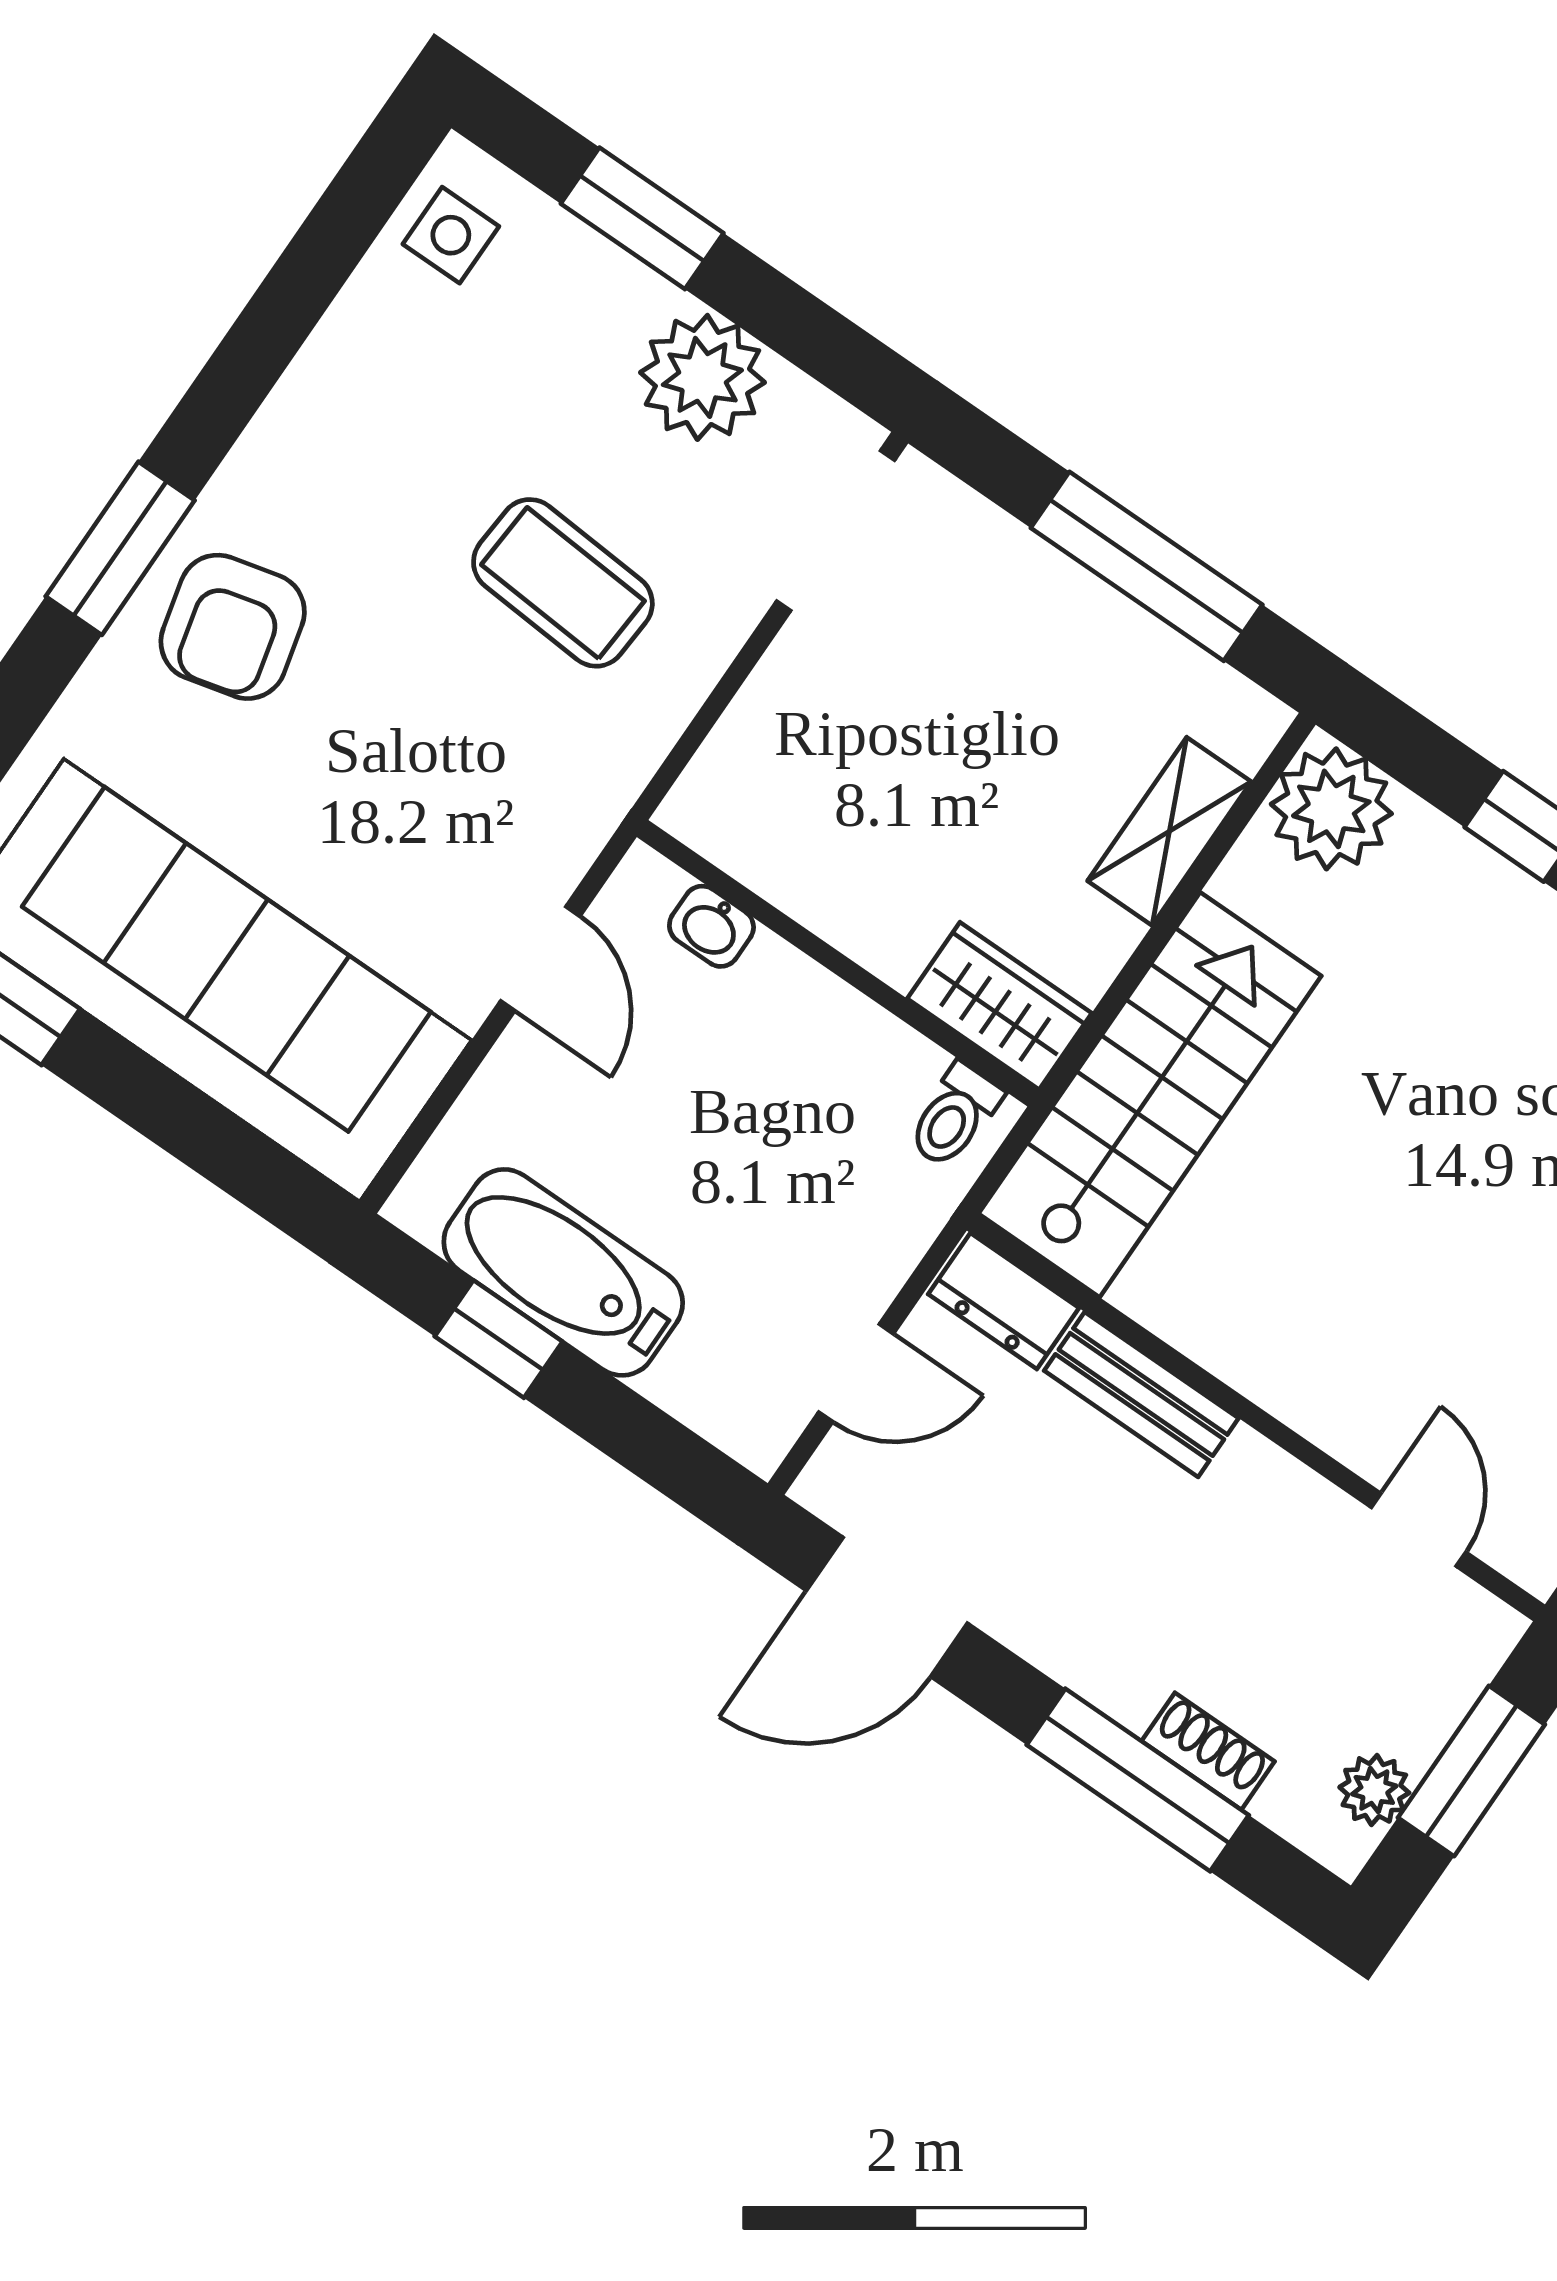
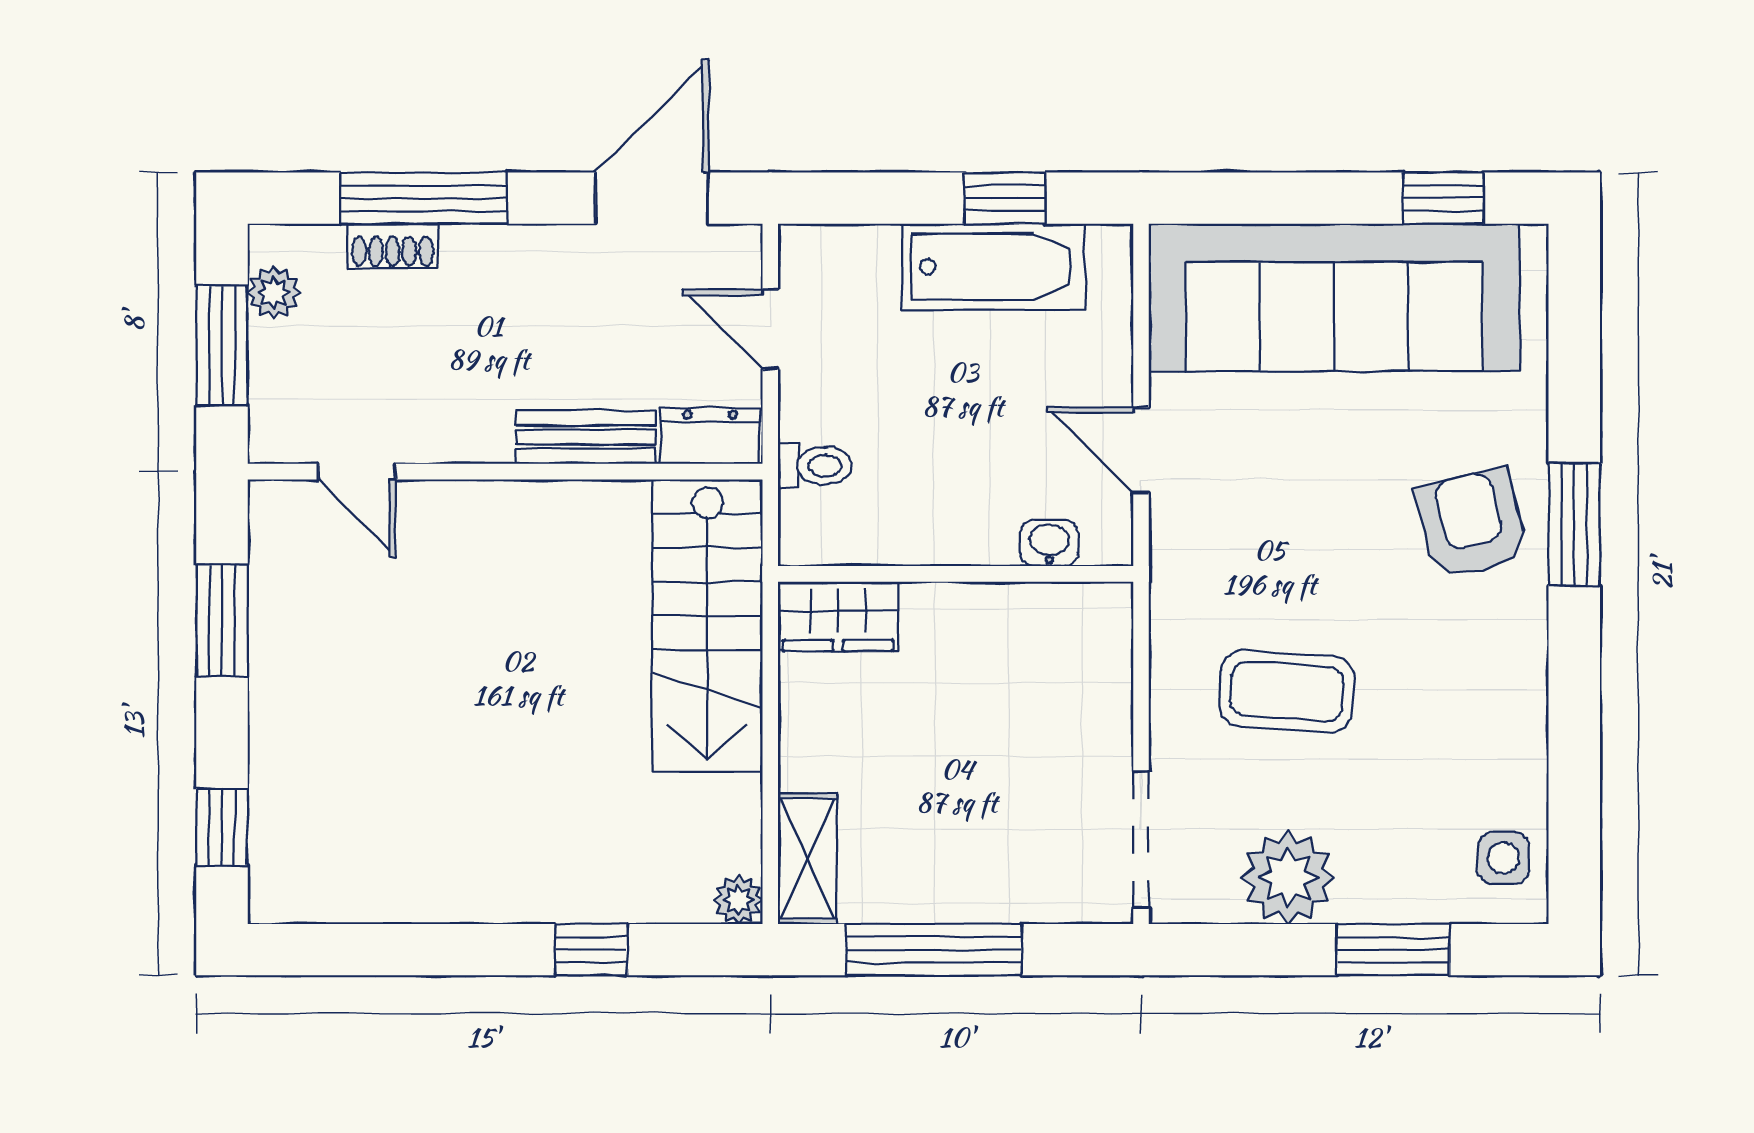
plant: (1331, 809) -> (738, 900), width x0.53, depth x0.53
shelving: (1169, 831) -> (807, 859), moved
toilet: (954, 1116) -> (815, 466), moved, turned 90
door: (856, 1373) -> (770, 329), hinge flipped

